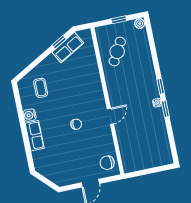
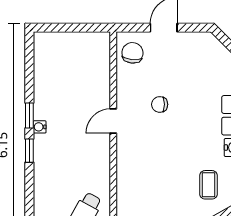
chair: (76, 124) -> (160, 104), moved
chair: (107, 163) -> (132, 53), turned -84

